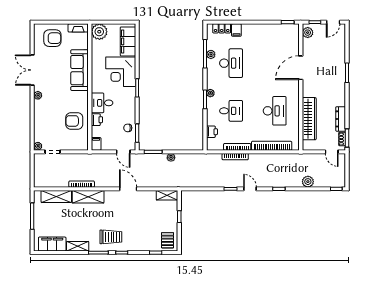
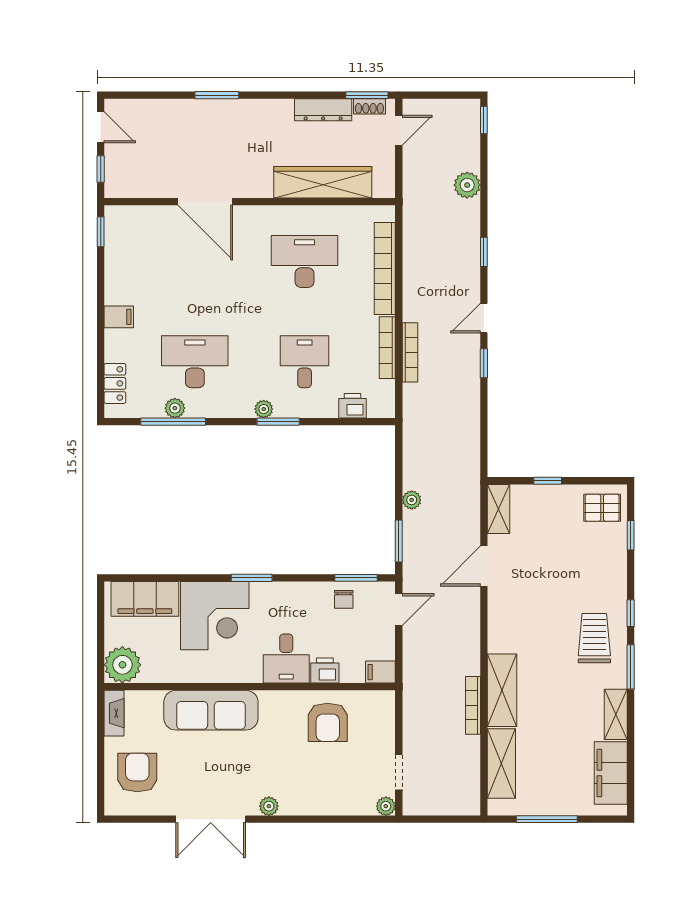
filing cabinet: (236, 30) -> (119, 317), moved
plant: (308, 33) -> (125, 186), removed
door: (128, 189) -> (484, 566), moved

